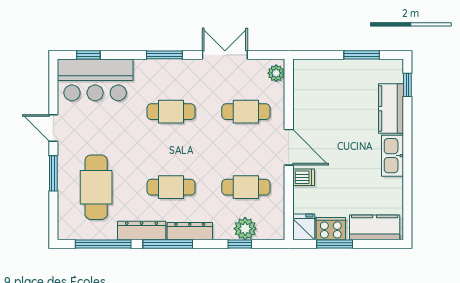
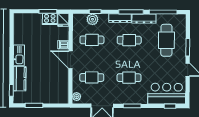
kitchen counter: (375, 227) -> (28, 20), removed

